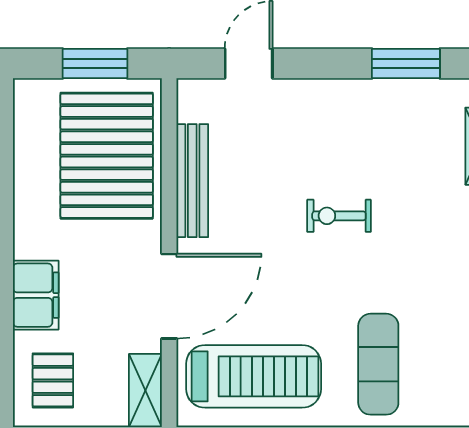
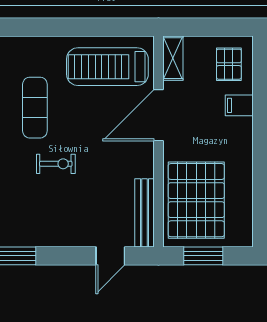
bench: (192, 181) -> (145, 213), moved
filing cabinet: (36, 295) -> (239, 105), width x0.50
exercise mat: (378, 364) -> (35, 108), moved

